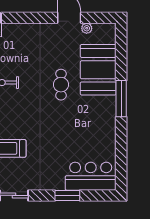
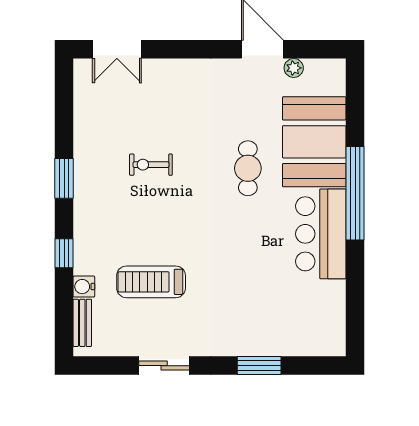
window: (121, 99) -> (355, 193), width x1.46
bar counter: (91, 176) -> (321, 234), moved, turned -90

